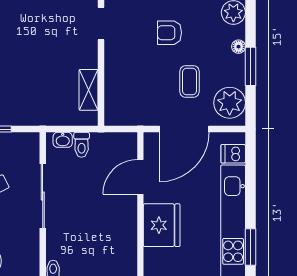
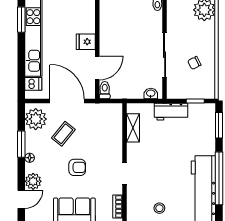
coffee table: (189, 81) -> (63, 134), turned 39
workbench: (33, 114) -> (171, 112), added
door: (184, 129) -> (67, 101), hinge flipped
toilet: (82, 145) -> (105, 90), moved
fridge: (162, 225) -> (86, 42), width x0.53, depth x0.75

